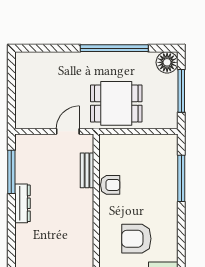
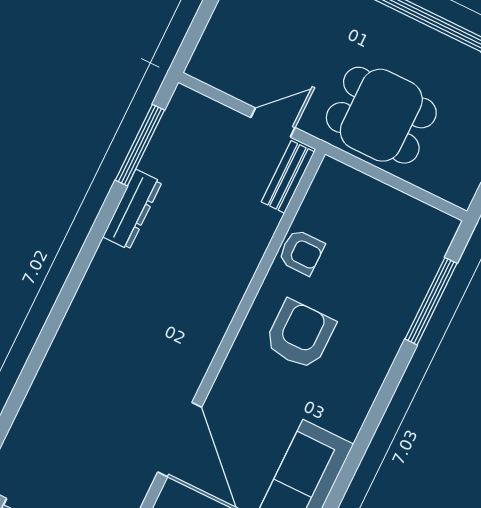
bench: (87, 170) -> (288, 177), moved
armchair: (136, 239) -> (300, 335), moved, turned 90

